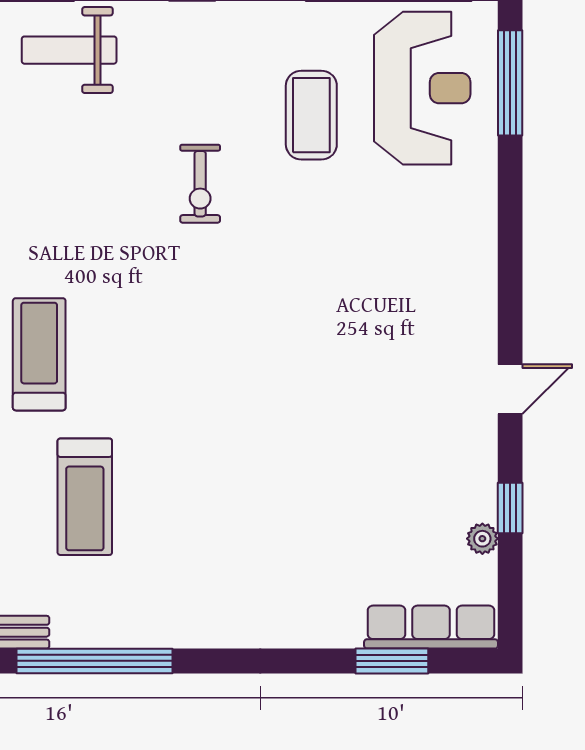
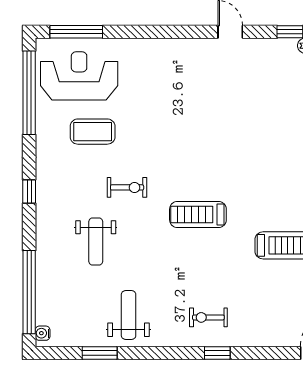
weight bench: (69, 50) -> (96, 242), moved
treadmill: (39, 354) -> (198, 214), moved

